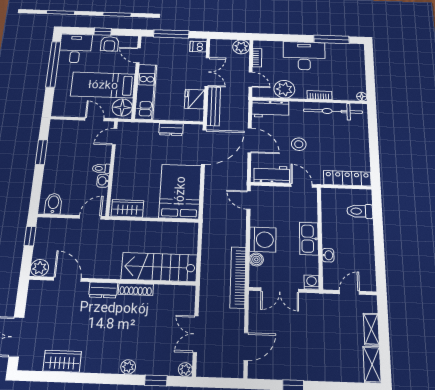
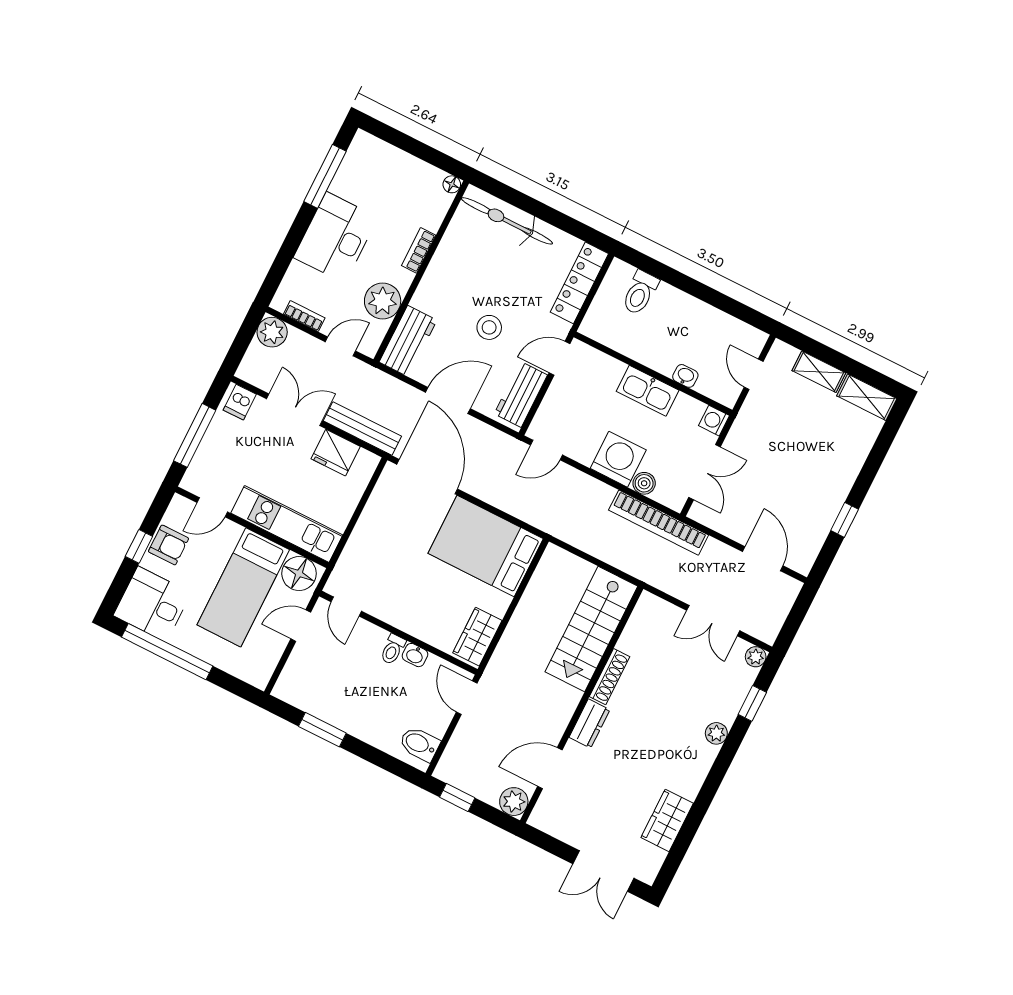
bicycle: (333, 111) -> (507, 221), moved, turned 90
dresser: (171, 129) -> (373, 514), removed

